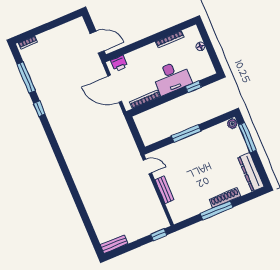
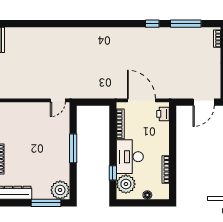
door: (97, 42) -> (204, 102), moved
plant: (199, 71) -> (126, 184), added
door: (115, 89) -> (141, 100), hinge flipped
plant: (232, 124) -> (60, 190), width x1.87, depth x1.87
bench: (165, 190) -> (30, 107), removed

